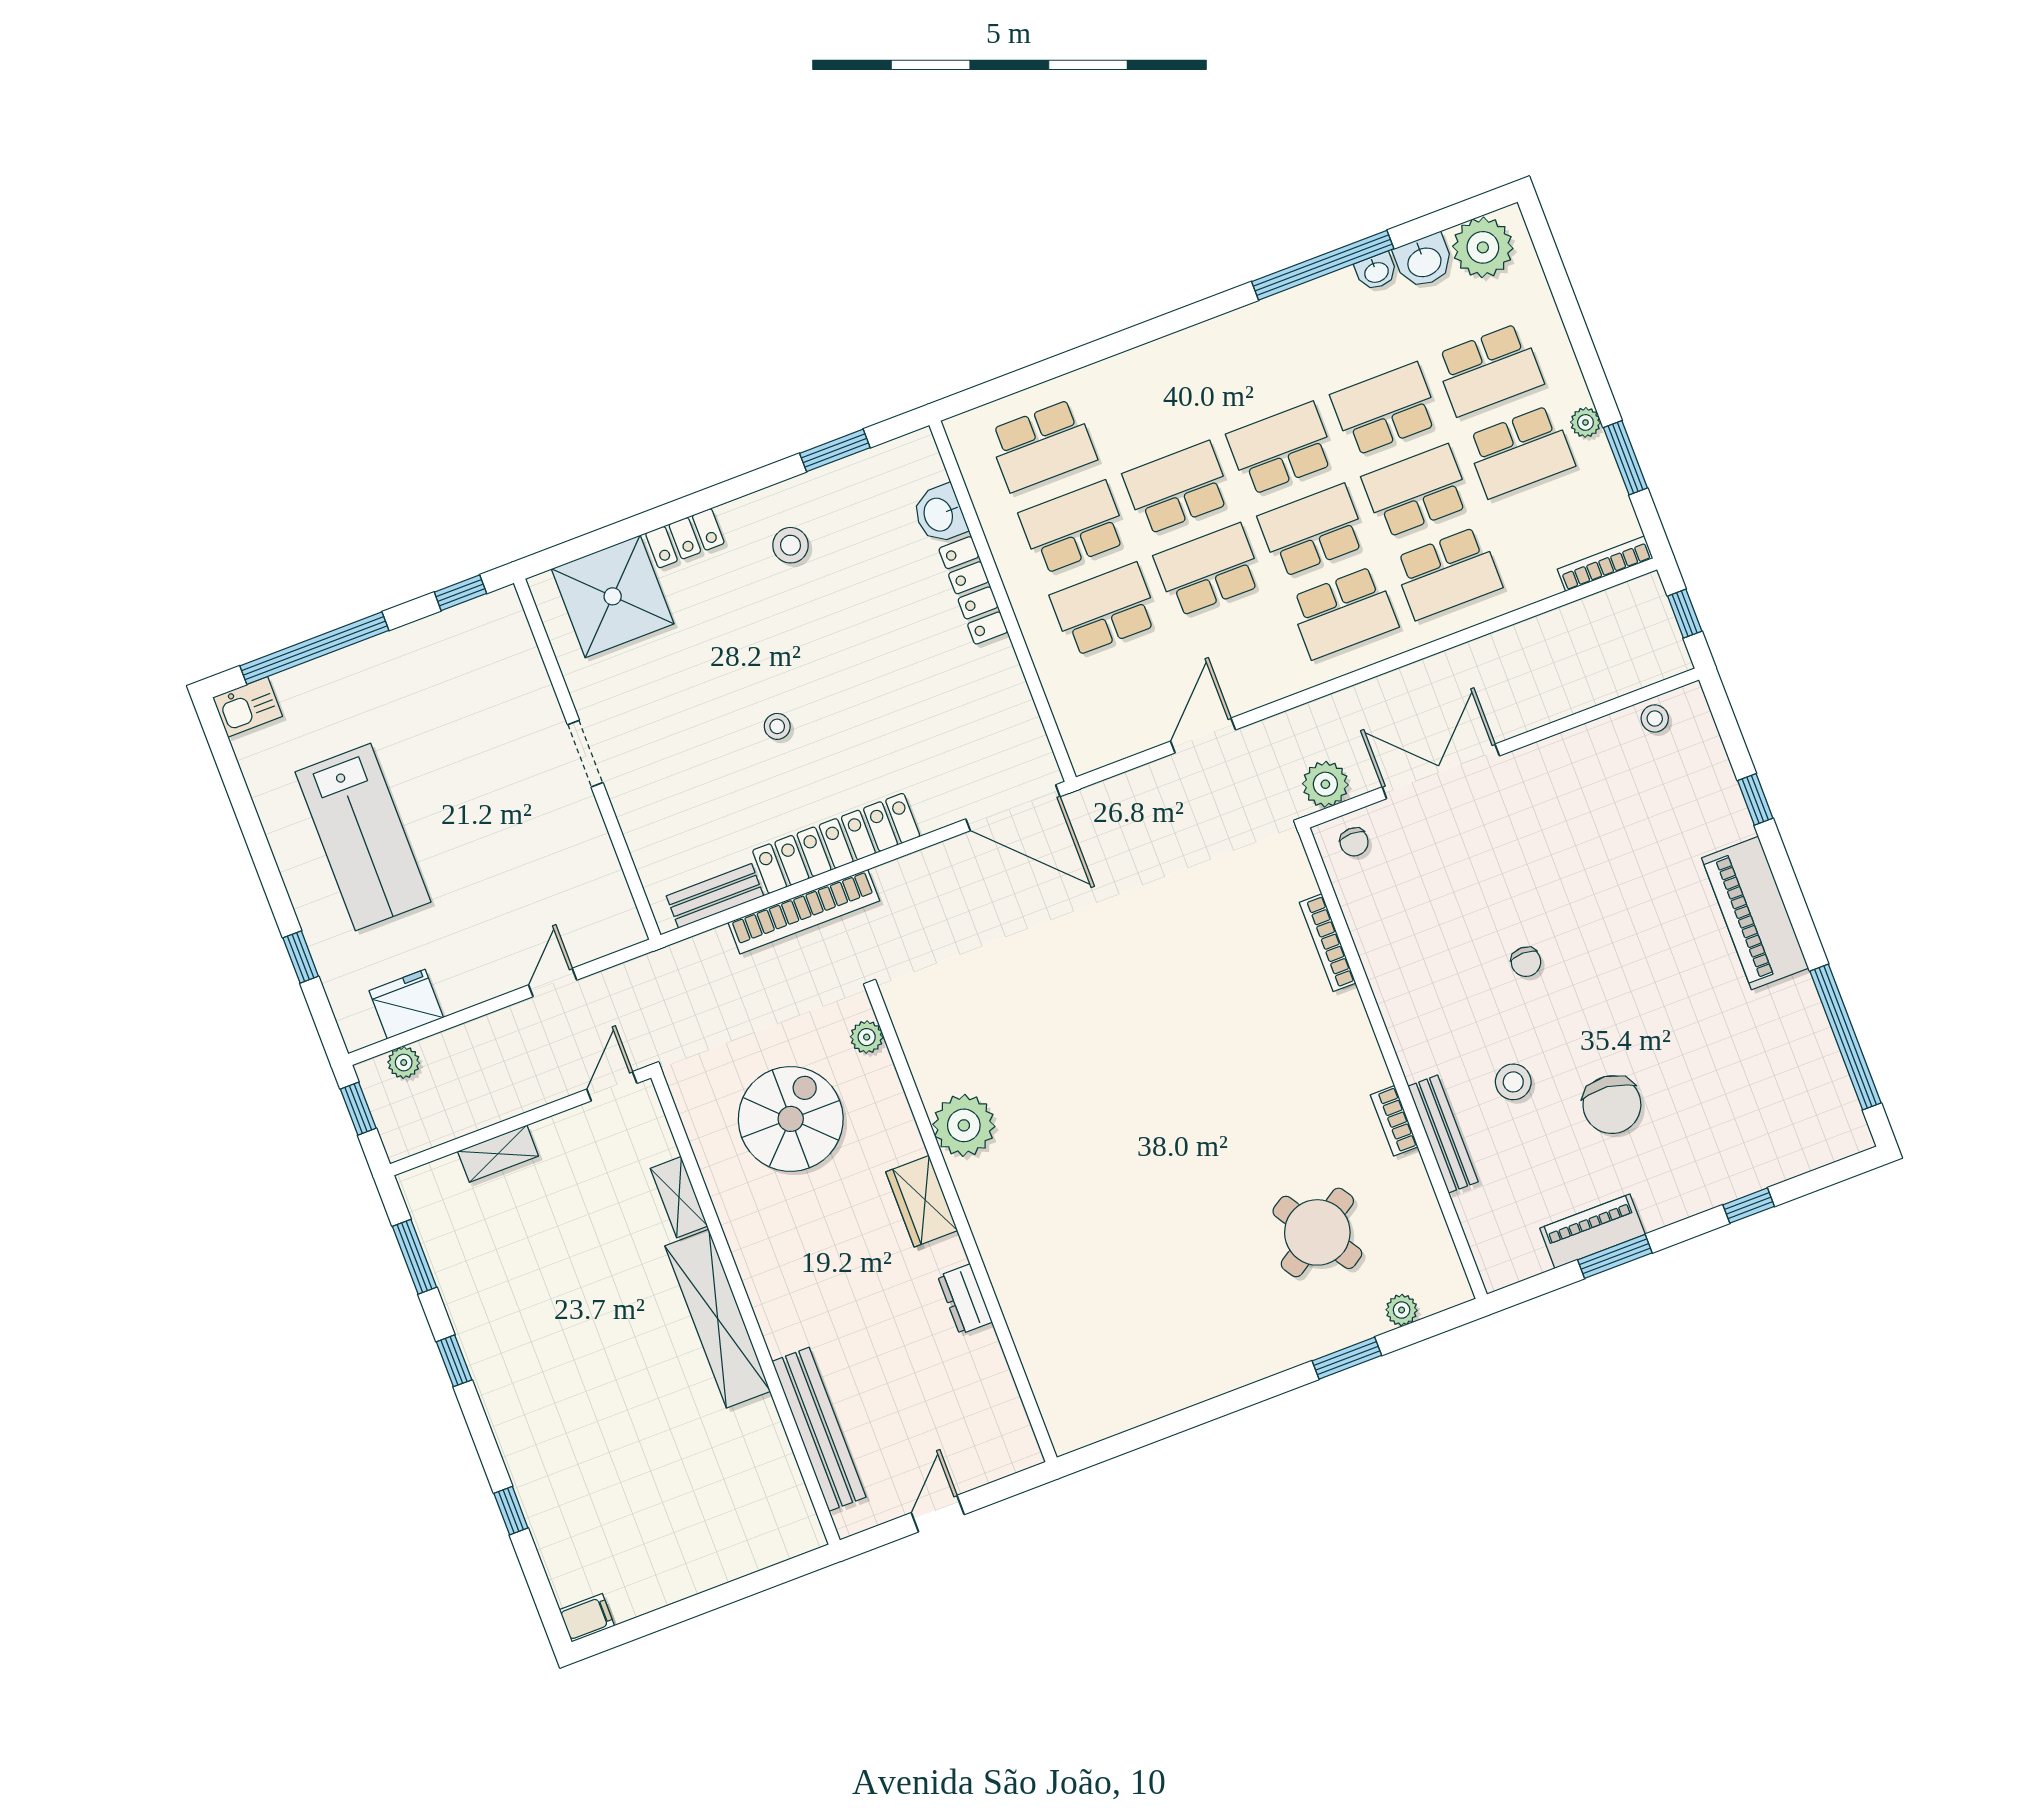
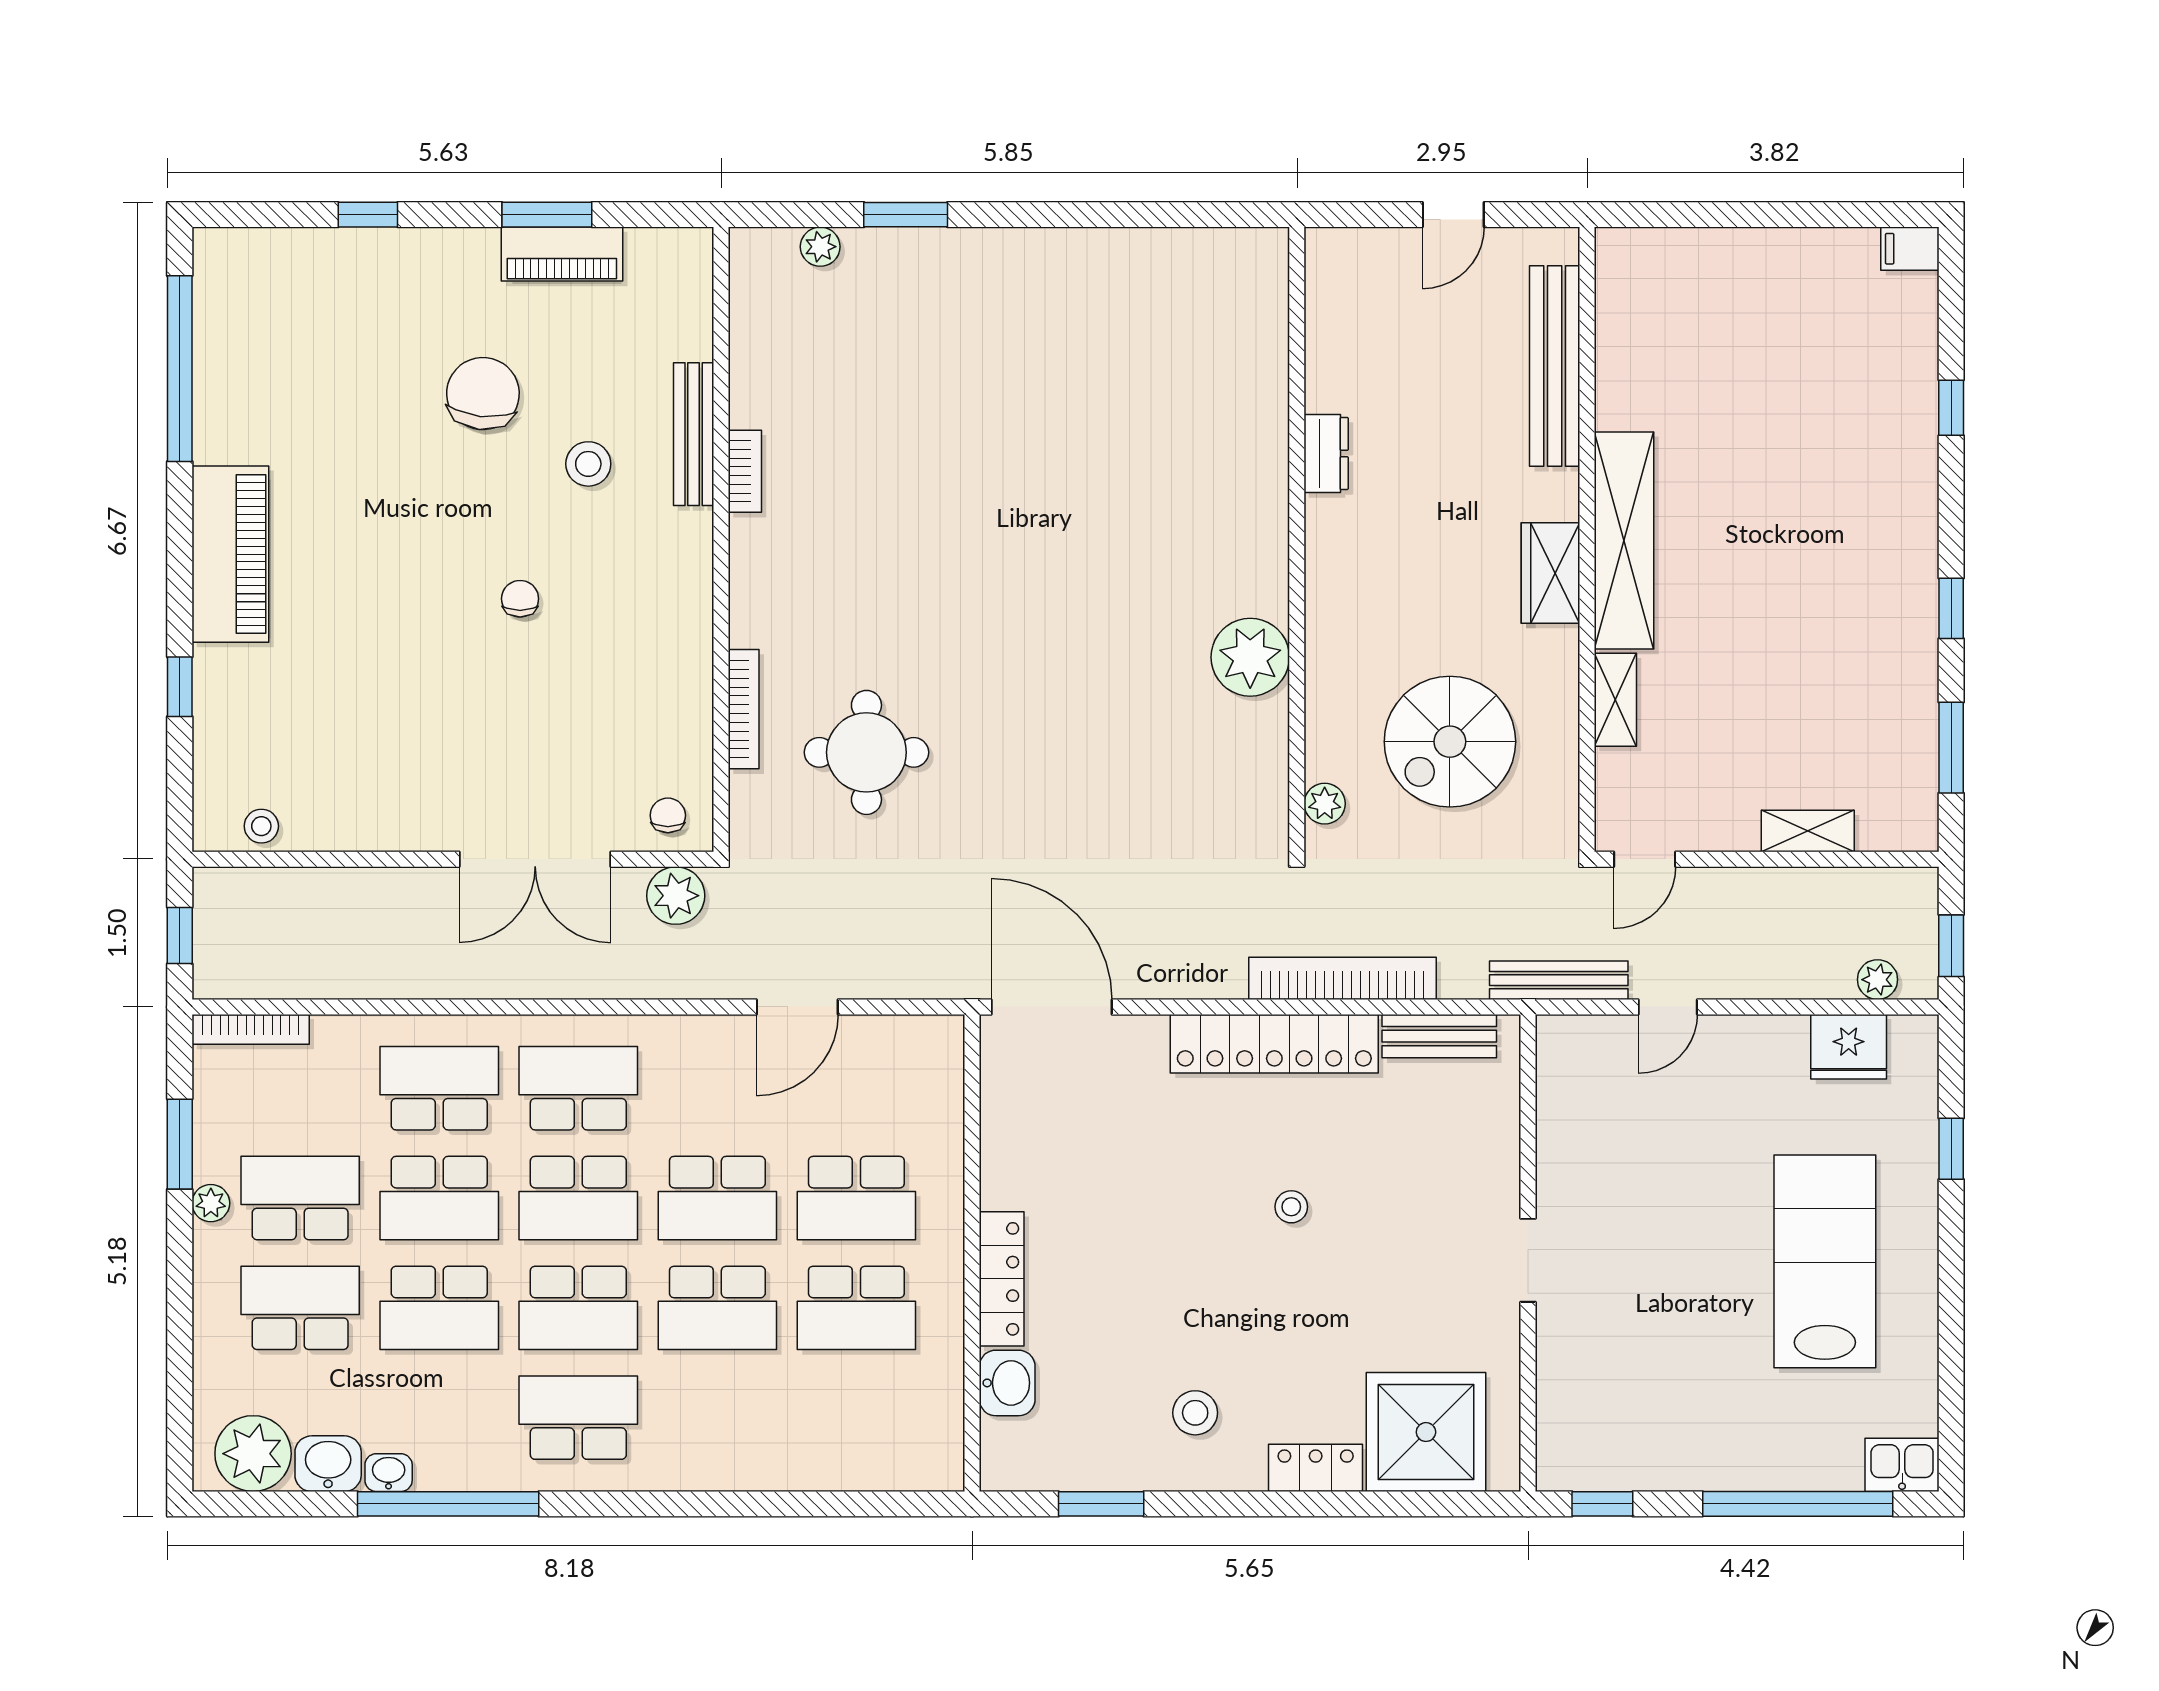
school desk: (1042, 445) -> (578, 1418), moved
bench: (642, 972) -> (1559, 980), added
wardrobe: (922, 1201) -> (1550, 573), moved, turned 180
round table: (1317, 1232) -> (866, 752), moved, turned 33

